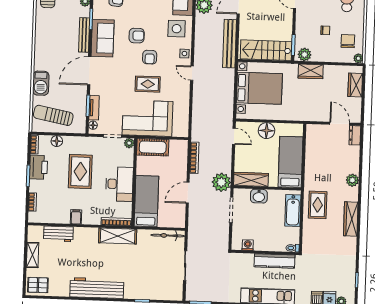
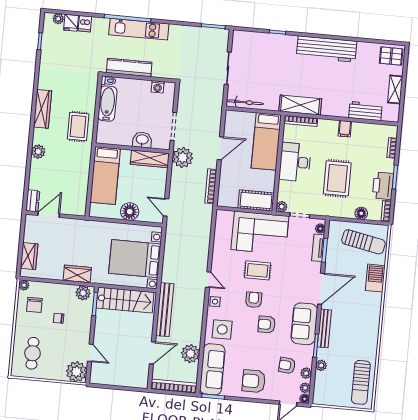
door: (340, 124) -> (49, 215), swing flipped
bathtub: (293, 210) -> (107, 104), moved

